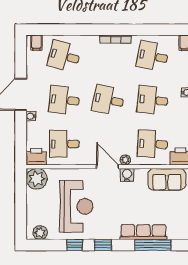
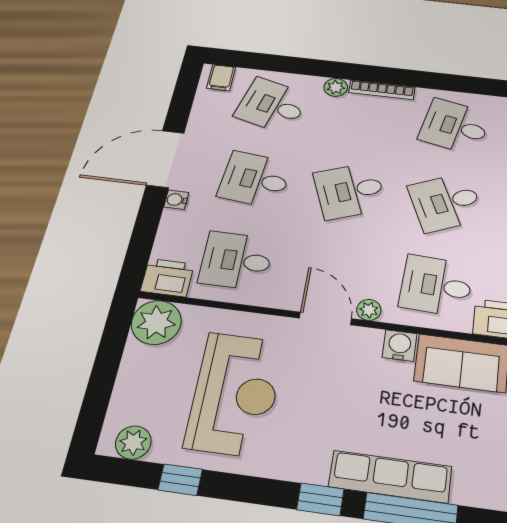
plant: (93, 41) -> (336, 87), added
desk: (108, 100) -> (350, 191), turned -33
desk: (153, 100) -> (446, 202), turned -30
water cooler: (127, 175) -> (400, 345), moved
window: (75, 245) -> (180, 480), moved
window: (103, 245) -> (320, 499), moved

